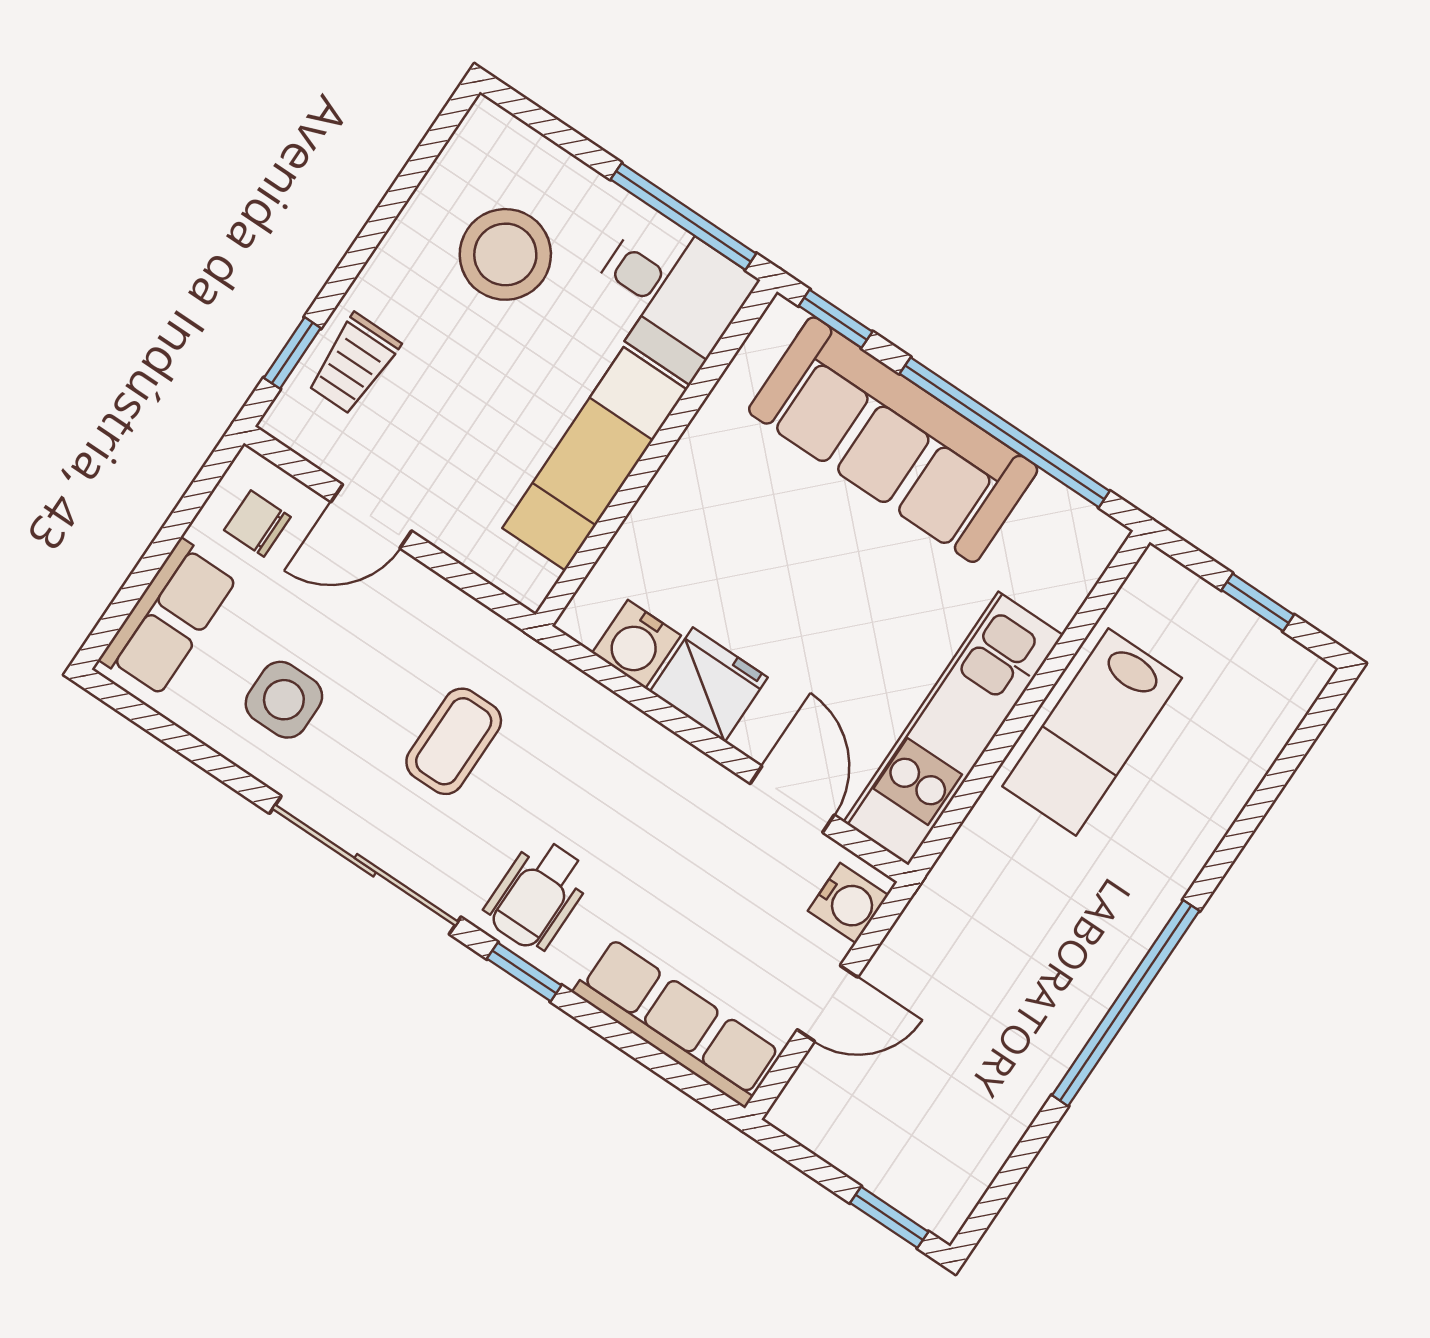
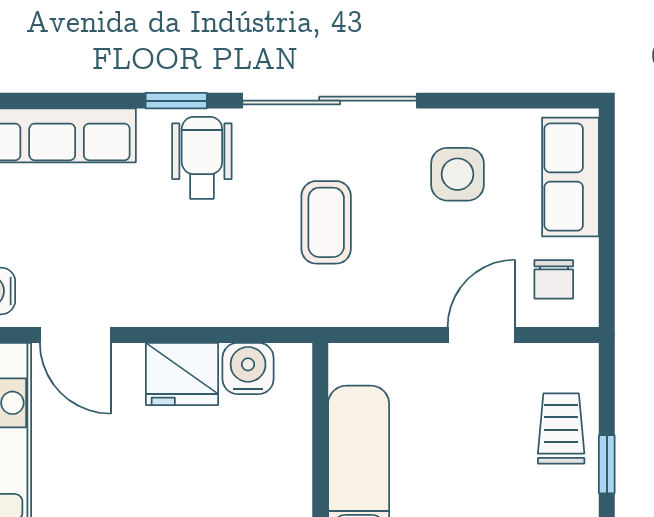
window: (292, 353) -> (607, 464), moved
chair: (257, 524) -> (554, 279), turned 90

